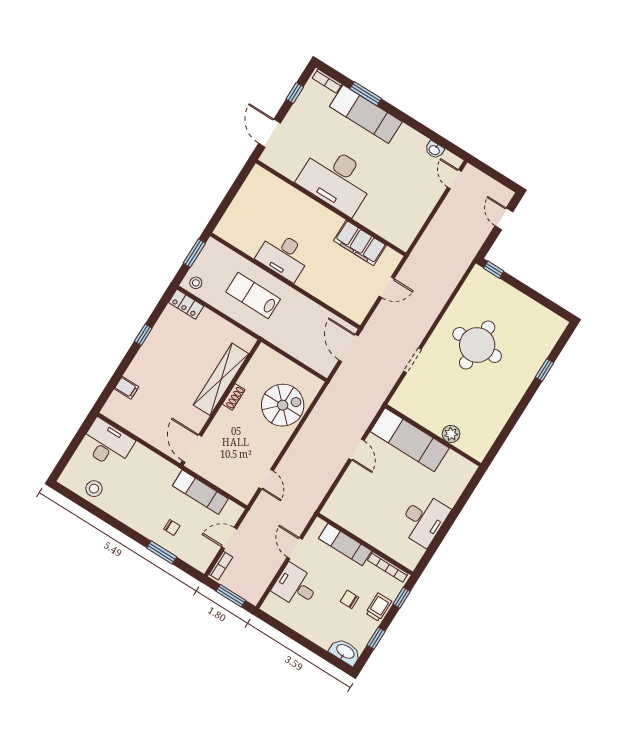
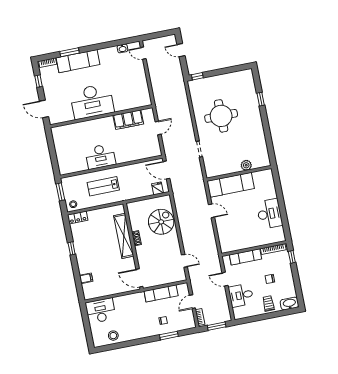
fridge: (316, 360) -> (157, 188), added
trolley: (379, 607) -> (268, 304), moved
window: (376, 638) -> (297, 285), removed

